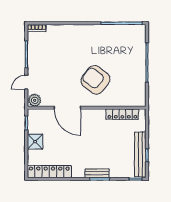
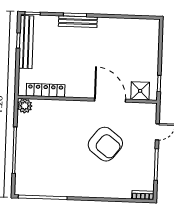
armchair: (95, 80) -> (105, 144), moved
plant: (35, 100) -> (25, 106), moved
shower: (35, 142) -> (140, 91), moved
locker: (49, 172) -> (134, 25), removed
bench: (97, 173) -> (78, 22), width x1.36

